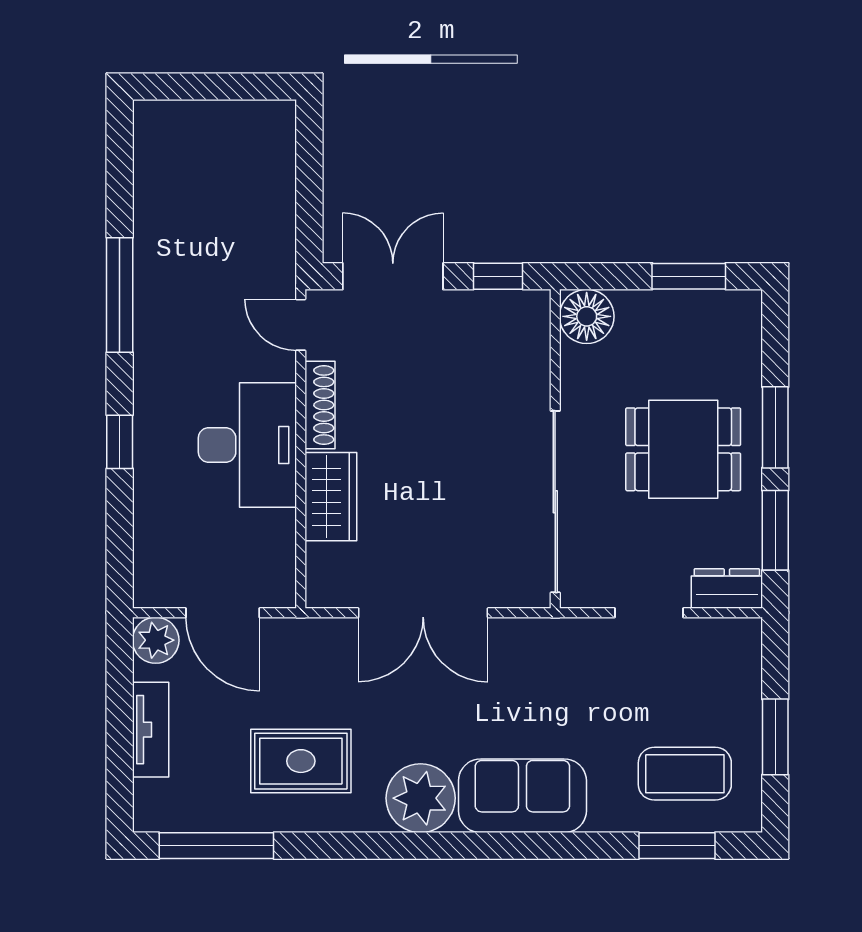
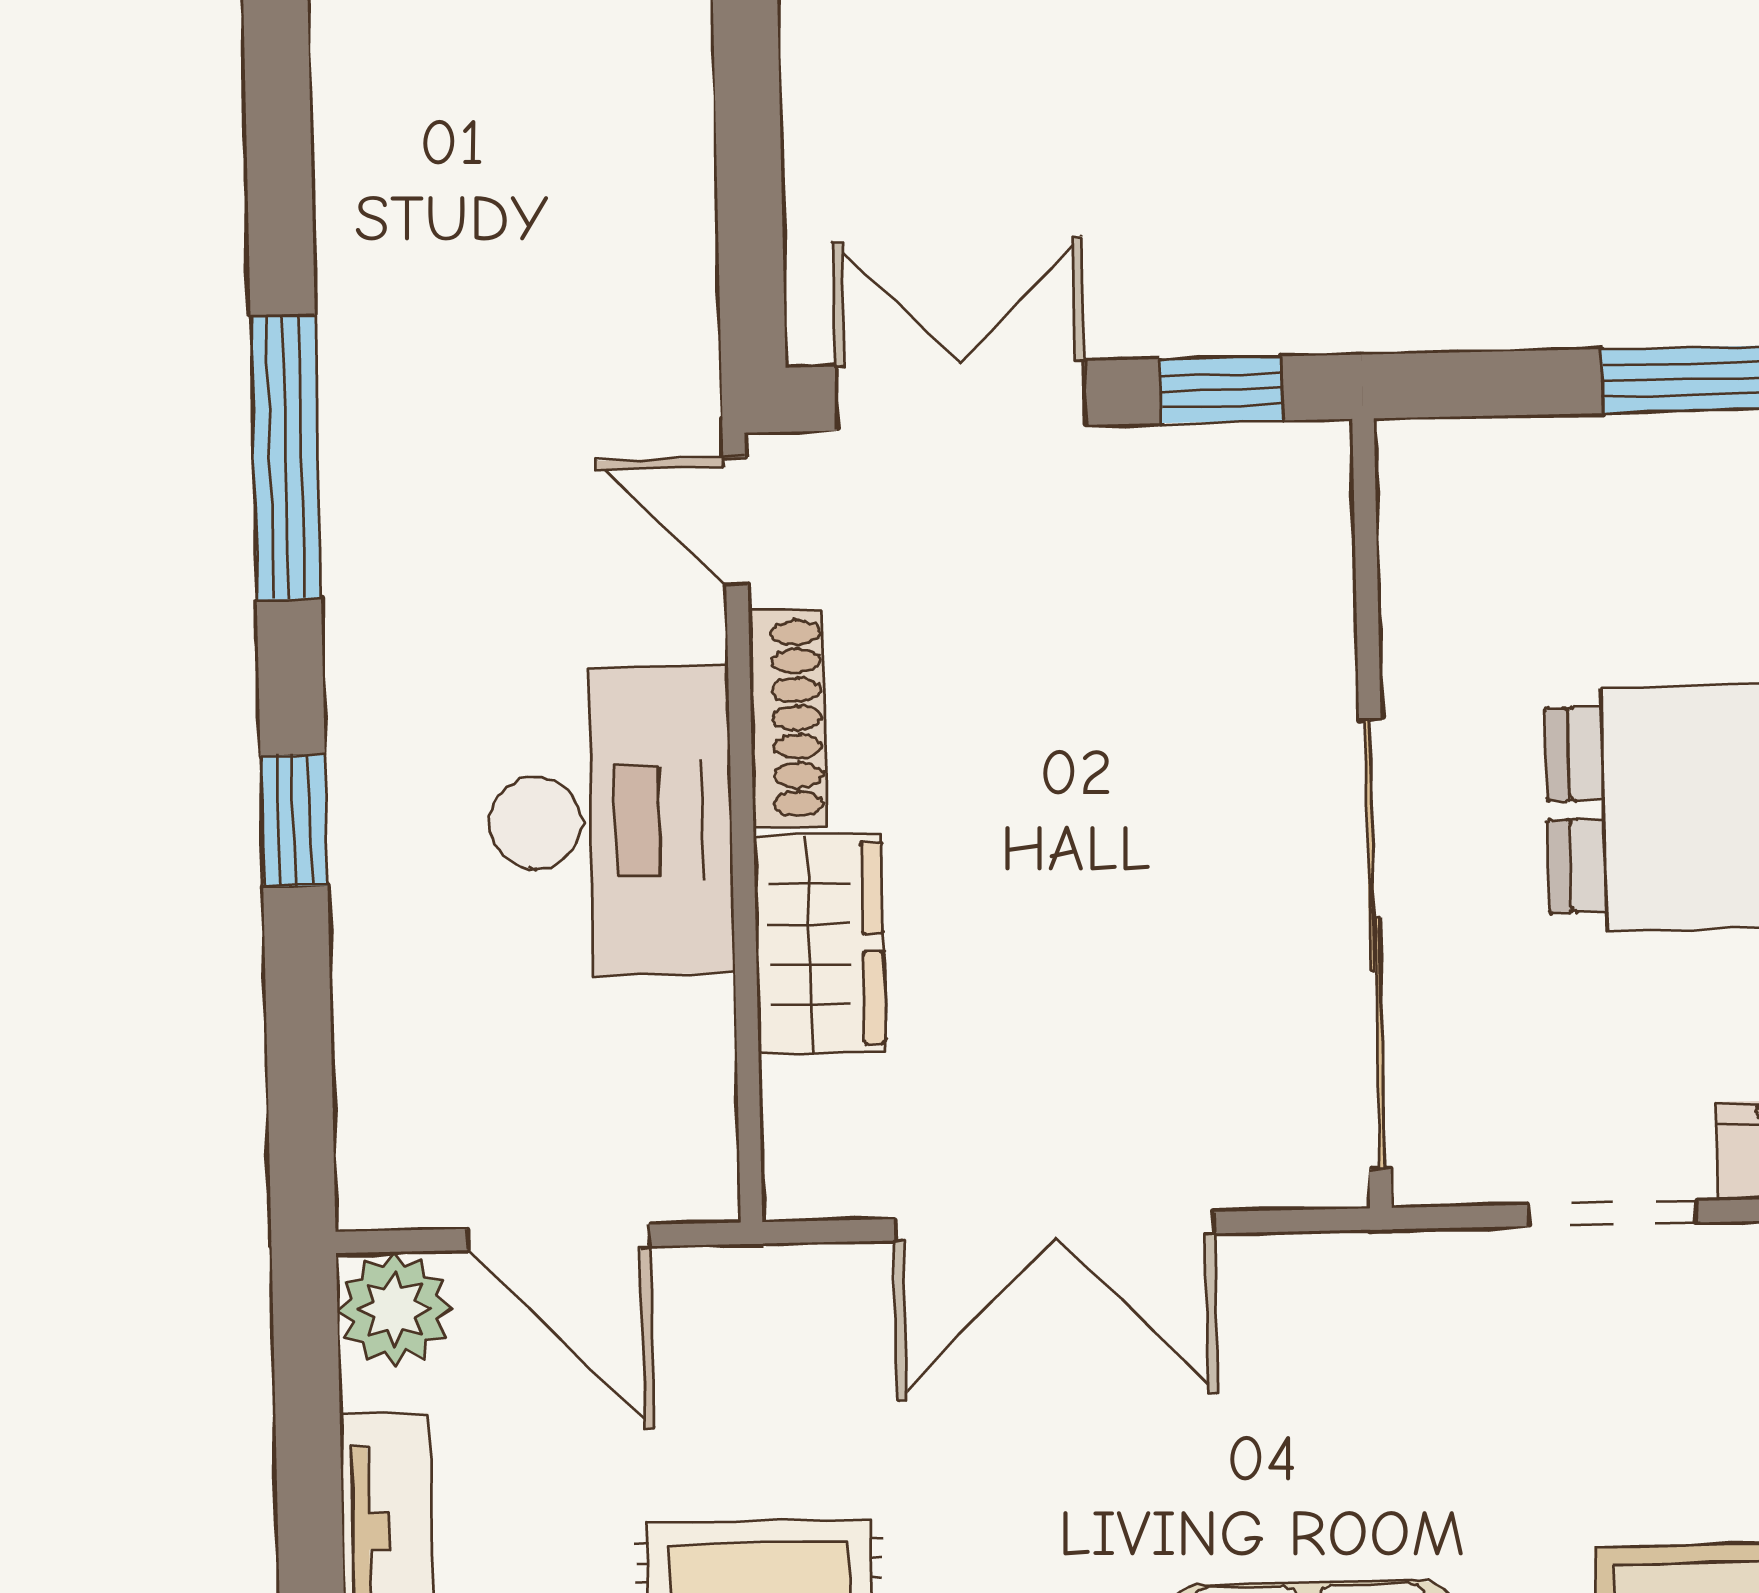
floor lamp: (587, 316) -> (1442, 484), removed

